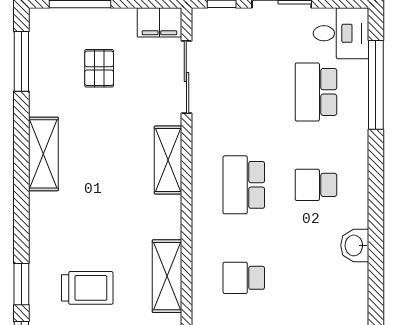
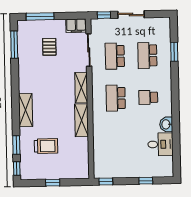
desk: (341, 33) -> (160, 144), moved
window: (376, 85) -> (174, 52), width x0.47
shelving: (43, 154) -> (26, 110), moved
shelving: (167, 276) -> (82, 120), moved
school desk: (244, 278) -> (115, 56), moved, width x1.85

